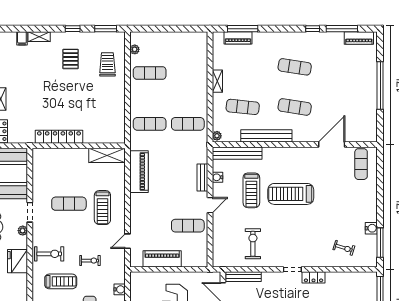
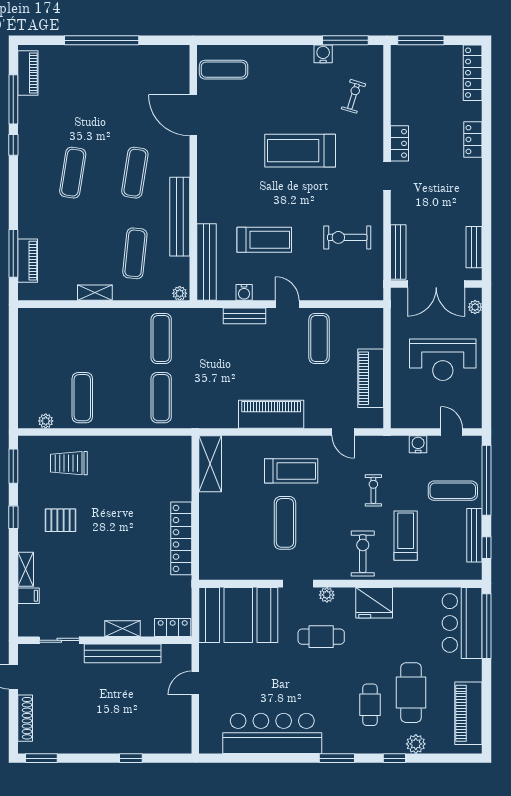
piano: (139, 172) -> (271, 414), moved
treadmill: (291, 194) -> (300, 151), moved, turned 90

